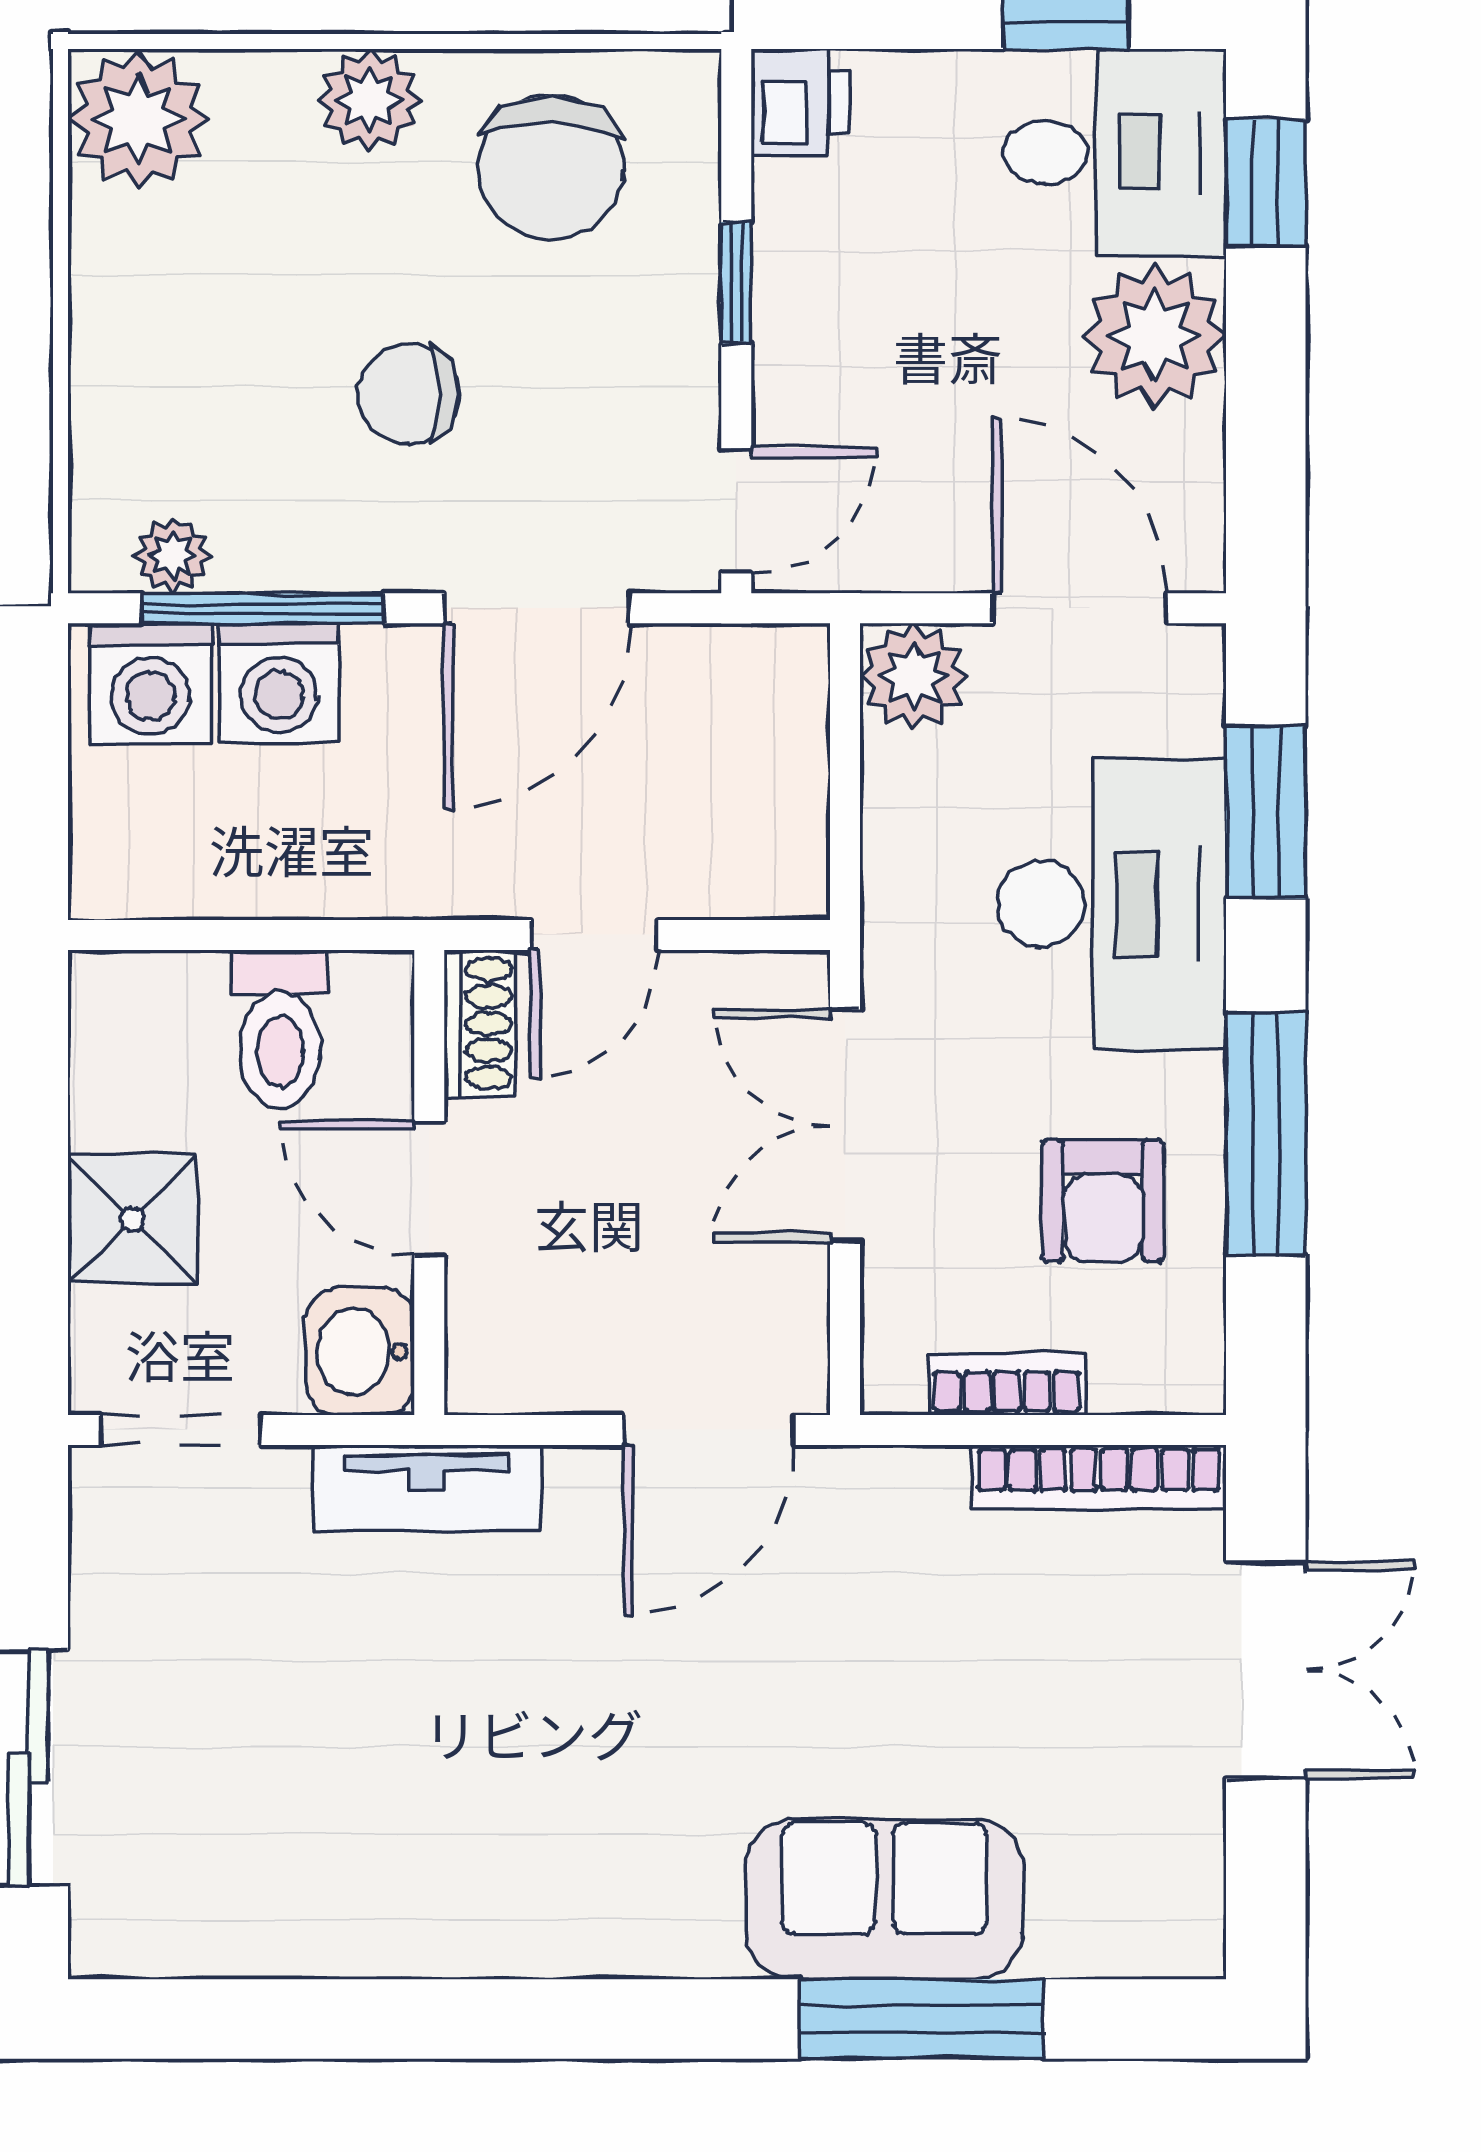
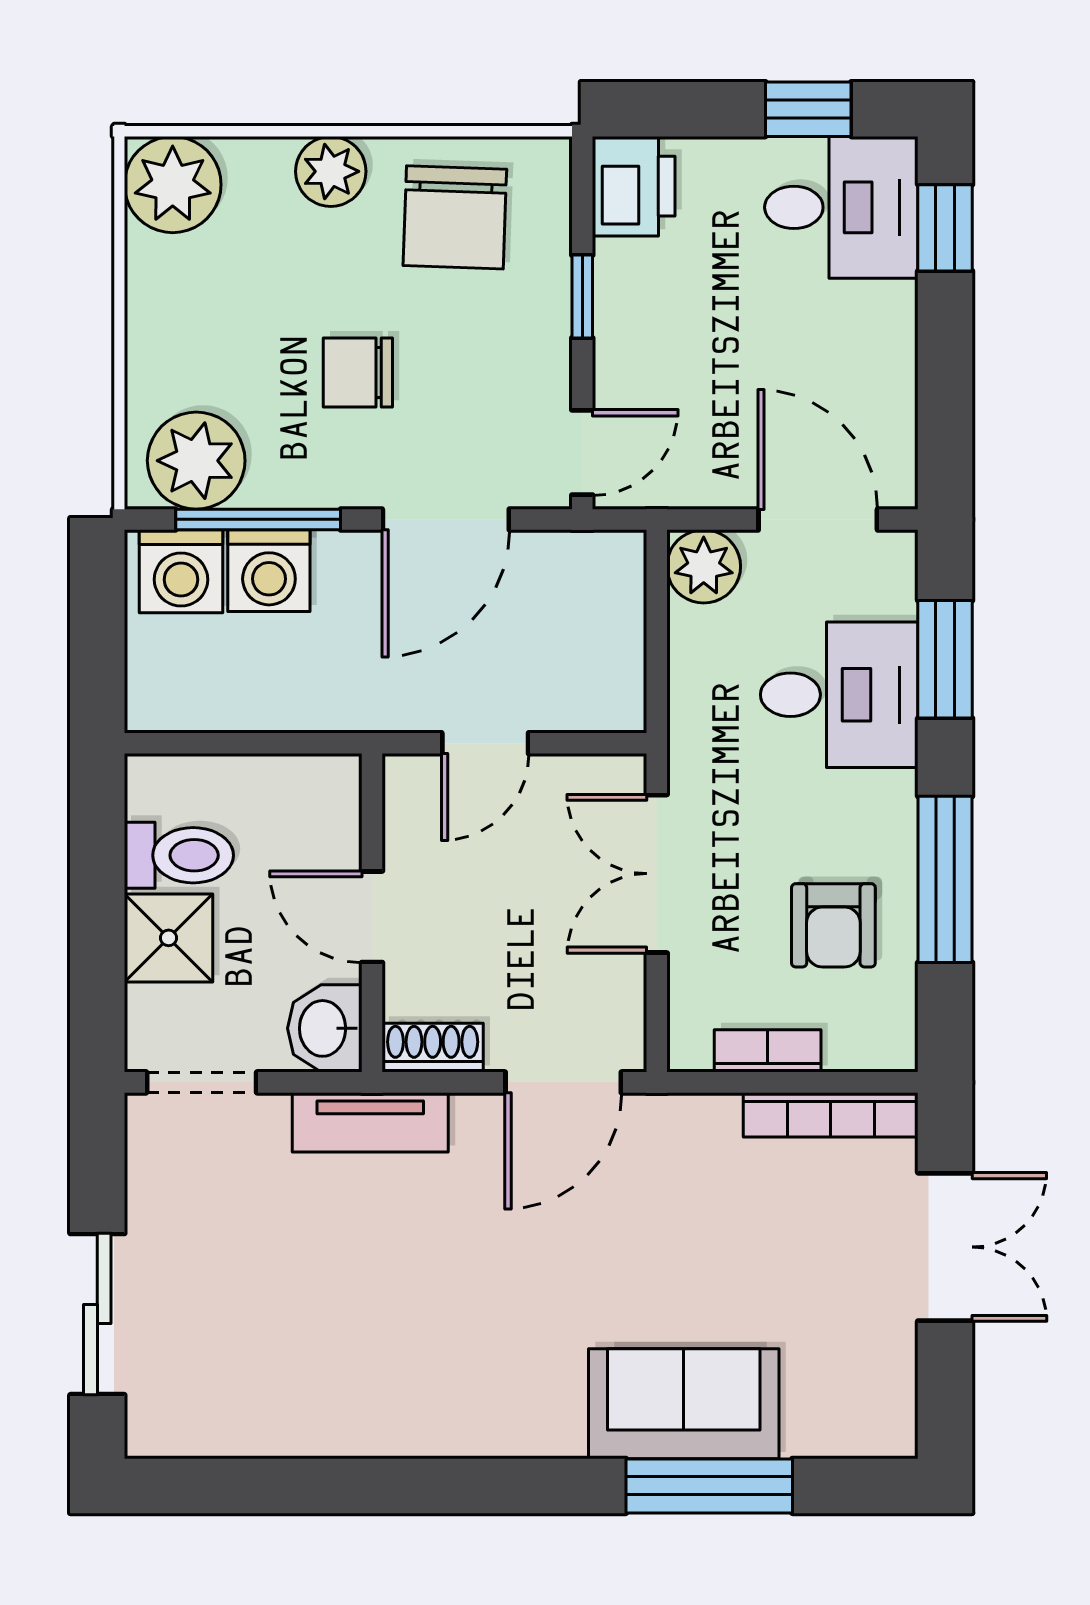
printer: (800, 102) -> (634, 186), width x1.36, depth x1.24
plant: (1154, 336) -> (869, 333), removed
plant: (173, 556) -> (196, 461), width x1.88, depth x1.88
desk: (1111, 904) -> (839, 695), width x0.73
shoe rack: (480, 1023) -> (433, 1048), moved, turned -90
toilet: (280, 1029) -> (179, 855), moved, turned -90

